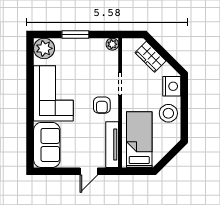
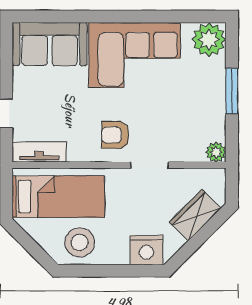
stool: (168, 113) -> (80, 242), moved
tv unit: (112, 145) -> (39, 152), width x0.71

